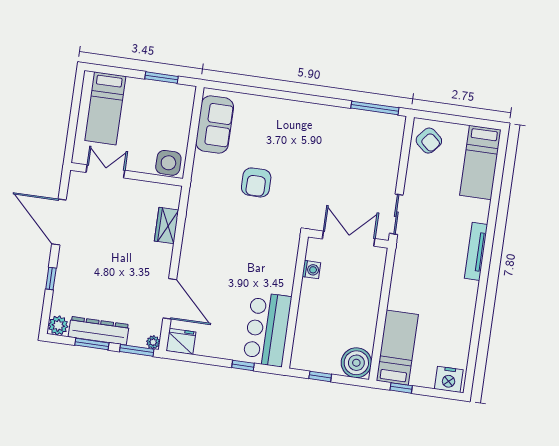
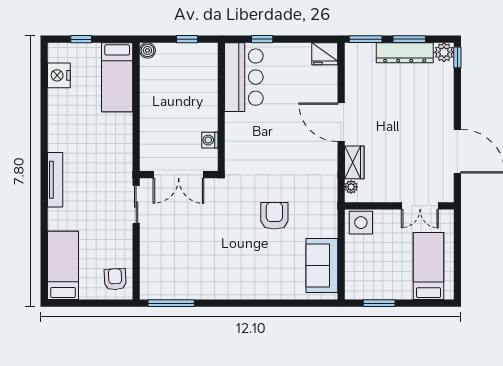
armchair: (429, 141) -> (115, 279), turned 47
window: (51, 279) -> (457, 57), moved
door: (170, 299) -> (341, 122), moved
plant: (153, 342) -> (351, 187), moved
boiler: (356, 363) -> (147, 50), width x0.54, depth x0.54
nightstand: (449, 379) -> (59, 75), moved, turned -90
window: (401, 388) -> (81, 39), moved

